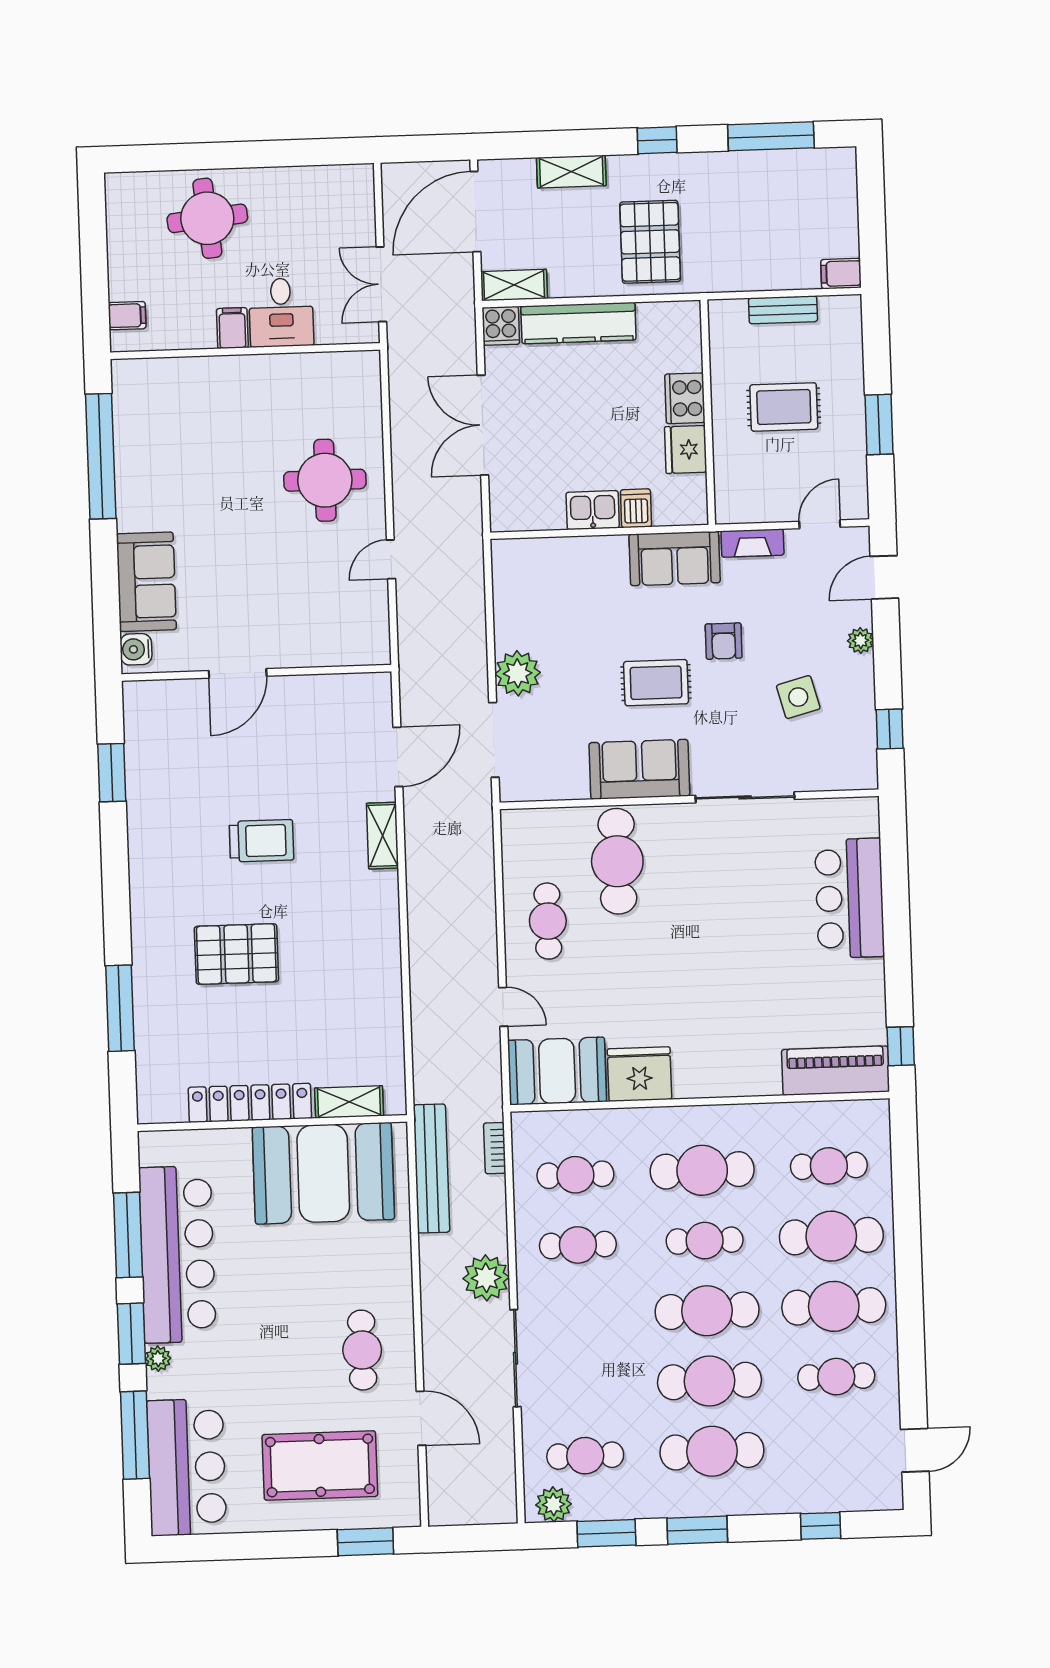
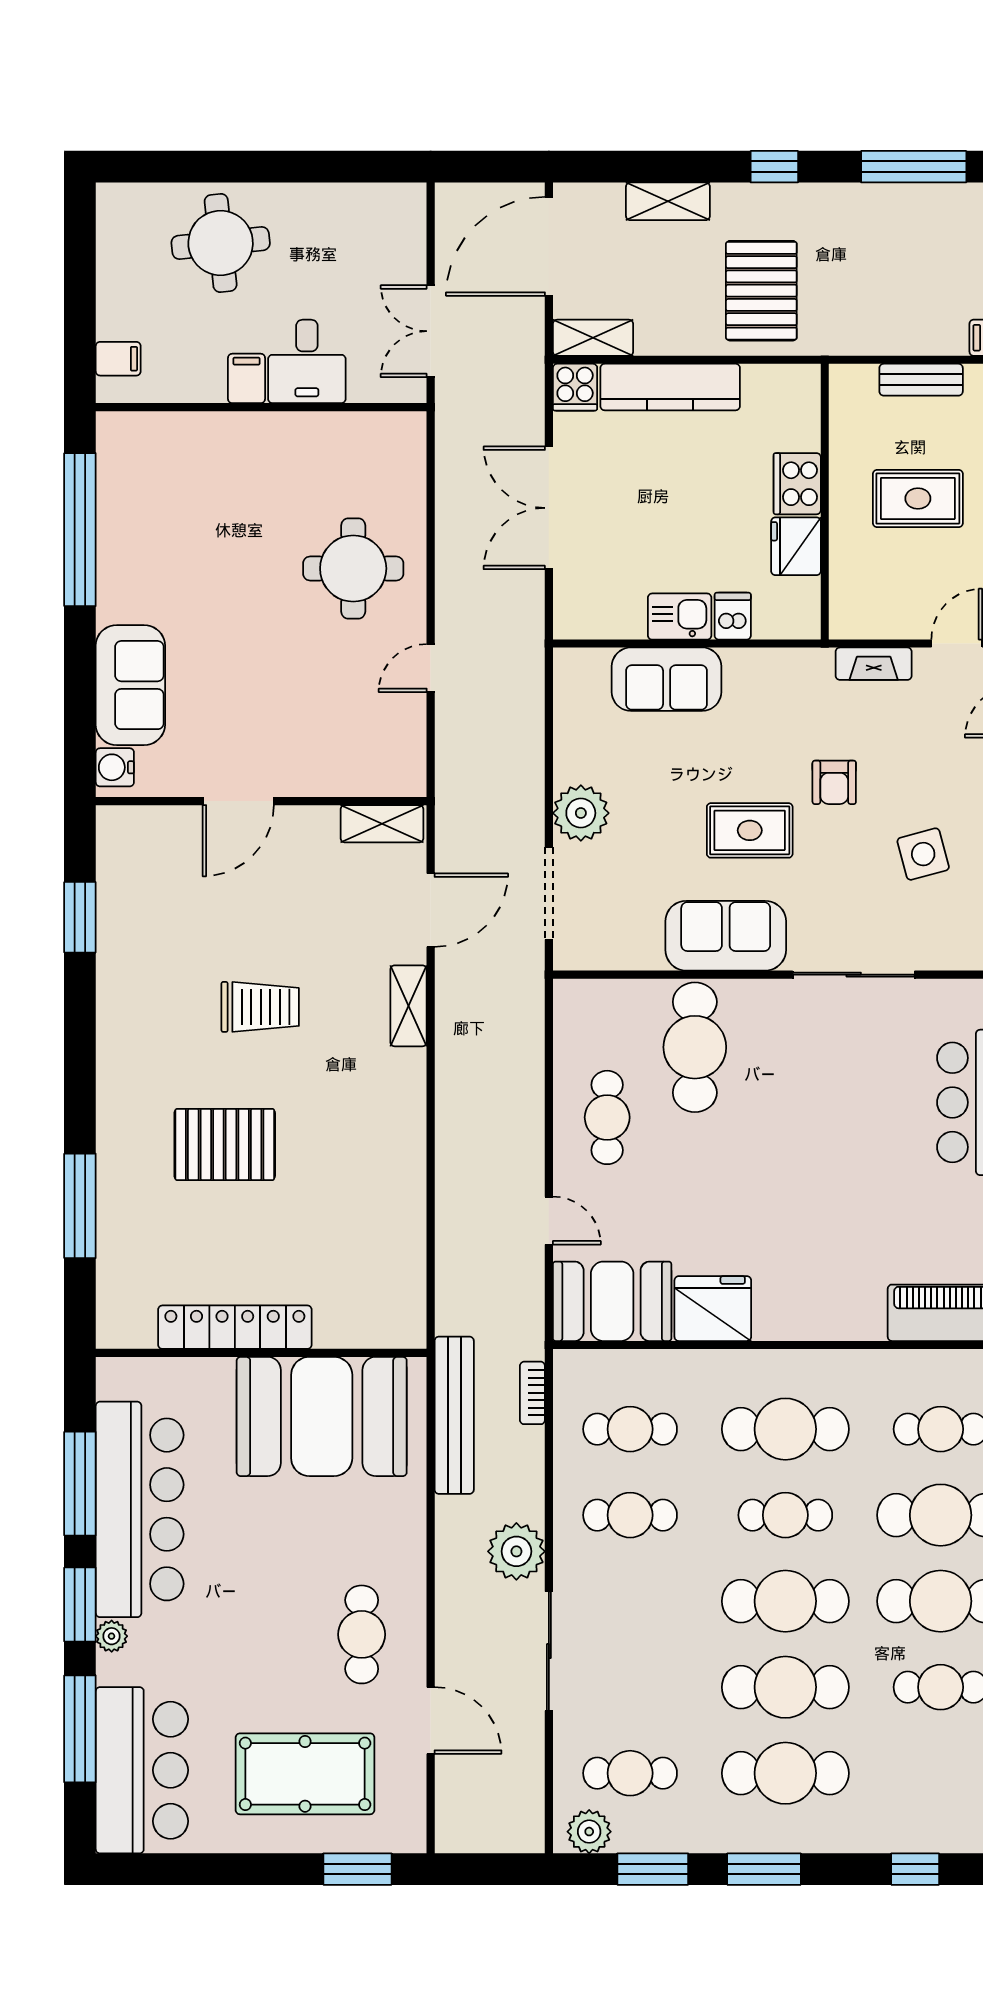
sofa: (675, 558) -> (667, 679), moved
shelving: (349, 1102) -> (382, 824), moved

